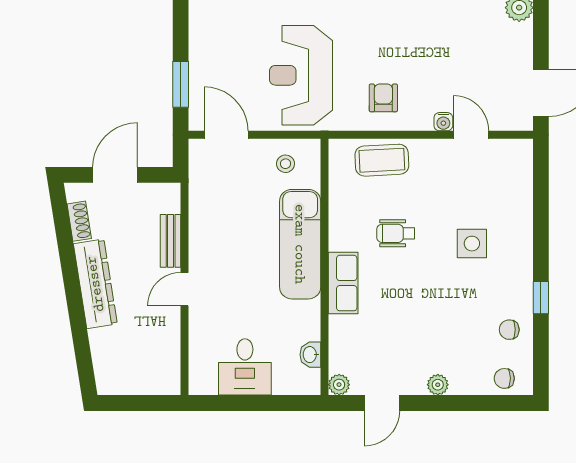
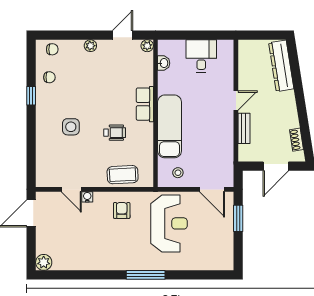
armchair: (383, 98) -> (122, 210), turned 180
dresser: (95, 284) -> (281, 66), moved

